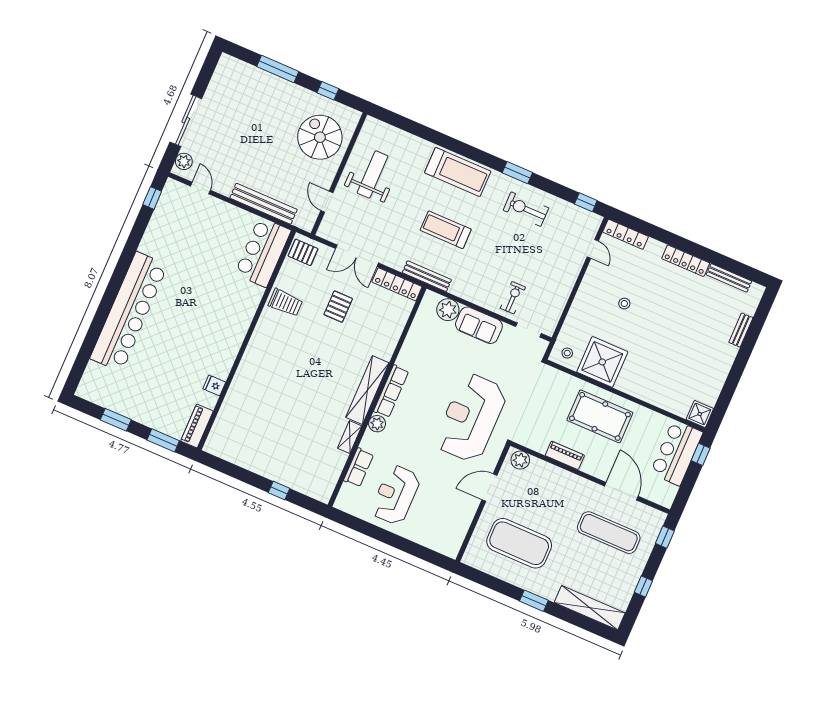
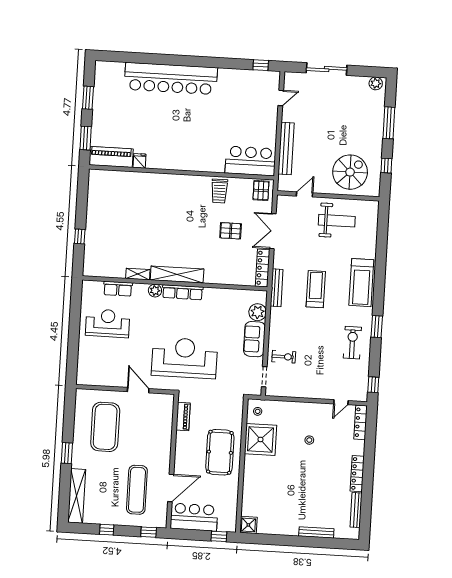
plant: (184, 161) -> (376, 83), moved
bench: (741, 330) -> (316, 532), width x1.36
piano: (197, 426) -> (111, 157), width x1.37, depth x1.33
bar counter: (677, 453) -> (194, 517), moved
piano: (565, 455) -> (183, 416), moved
plant: (520, 460) -> (167, 405), removed

